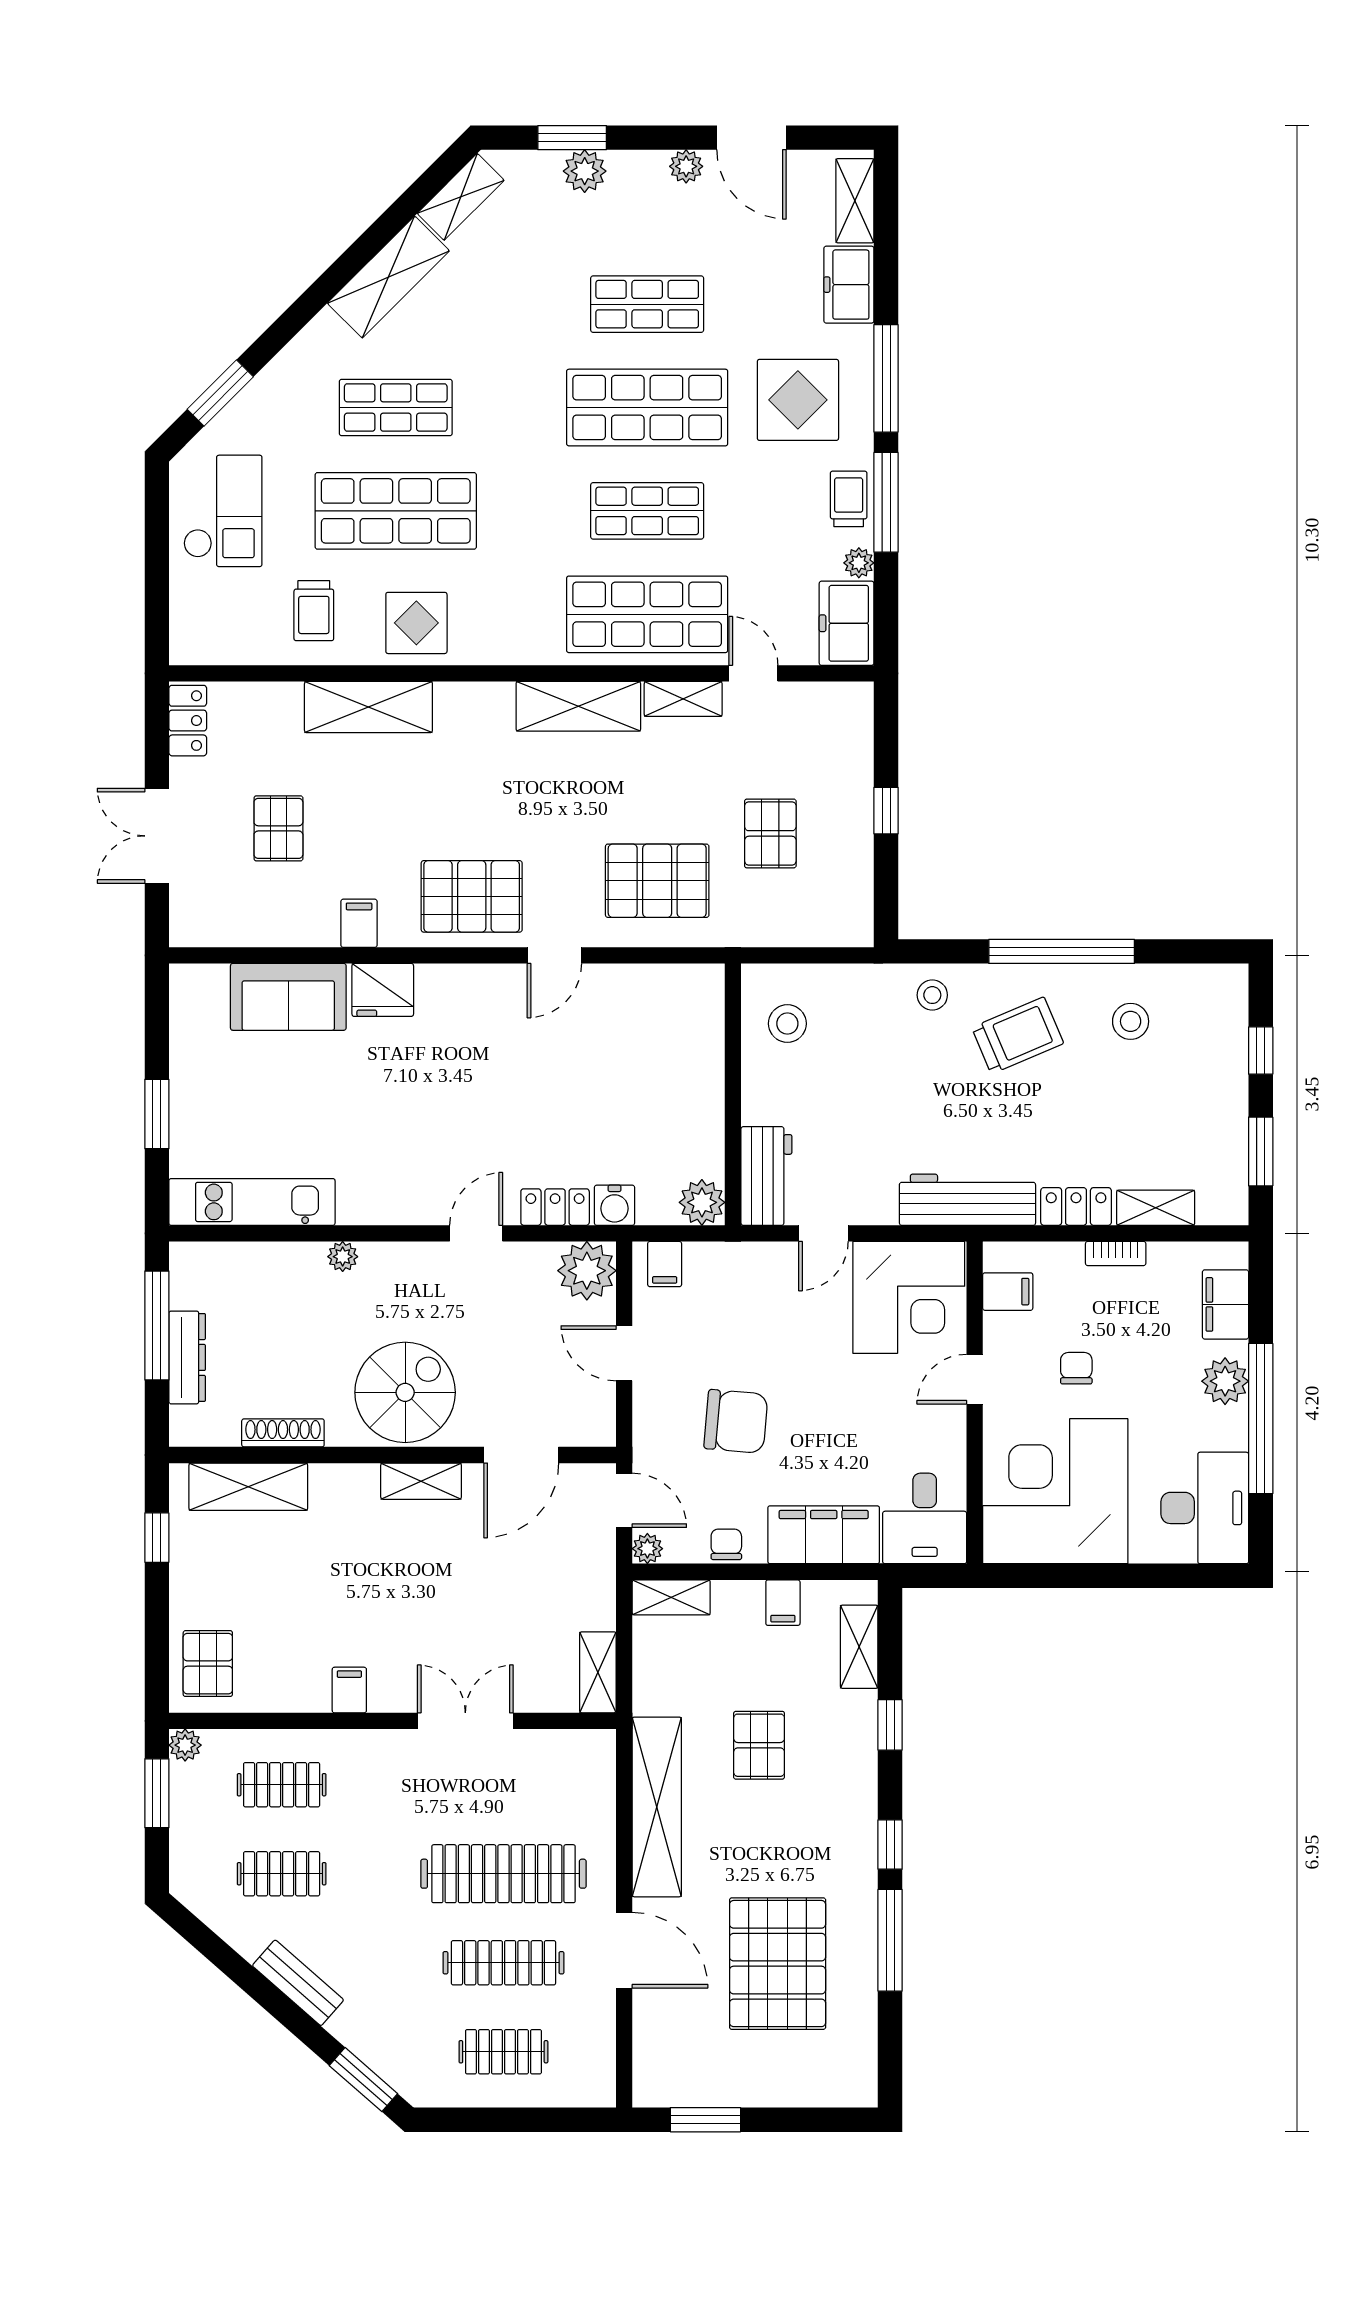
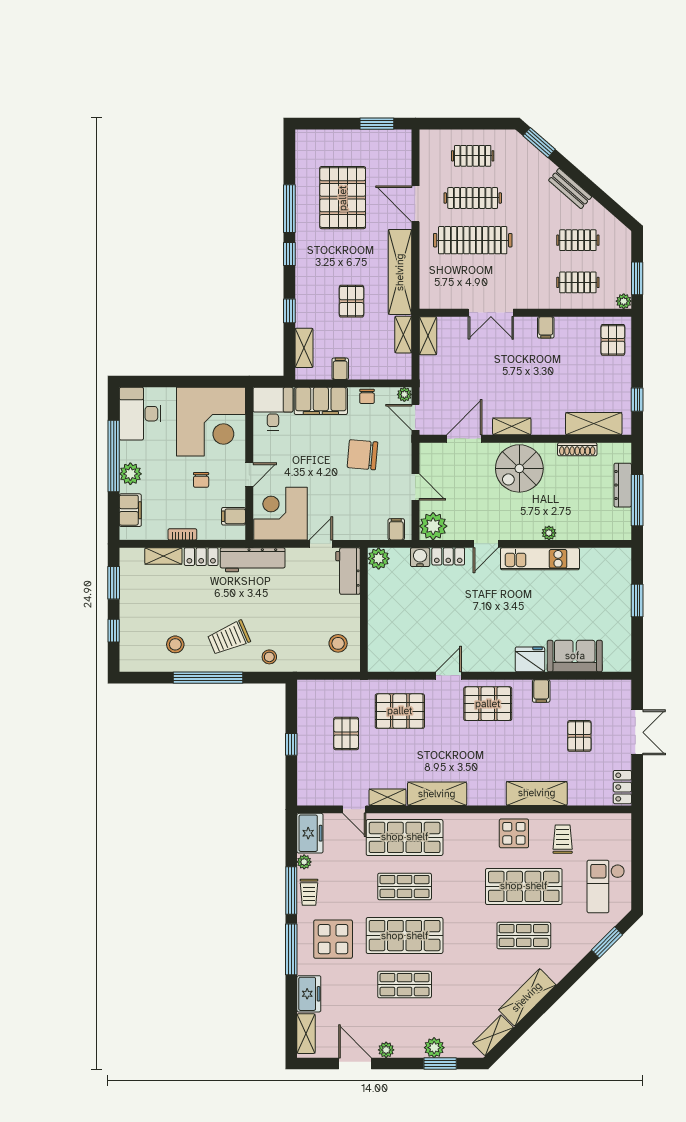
kitchen unit: (252, 1202) -> (540, 559), moved
shelving: (671, 1597) -> (403, 335), moved, turned 90

